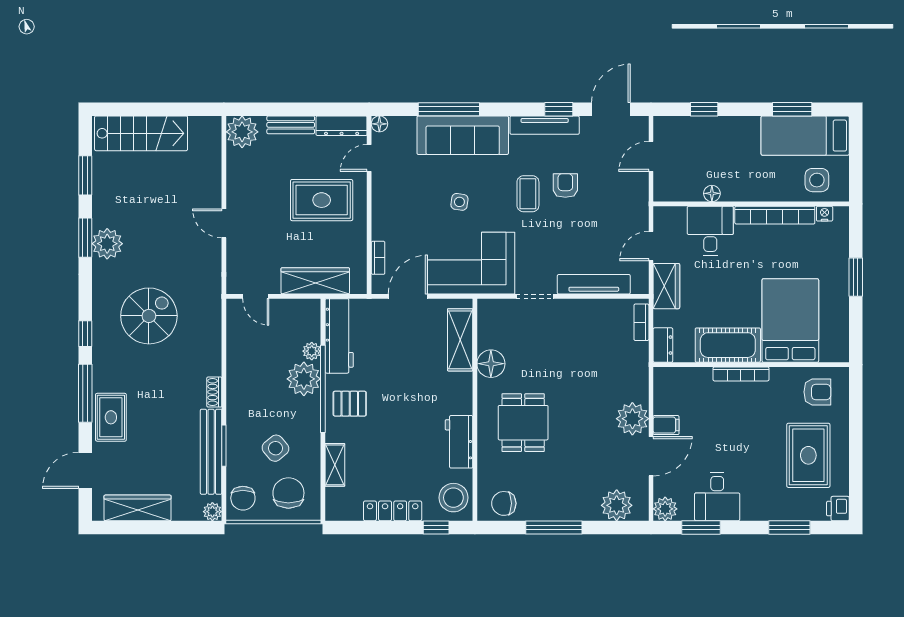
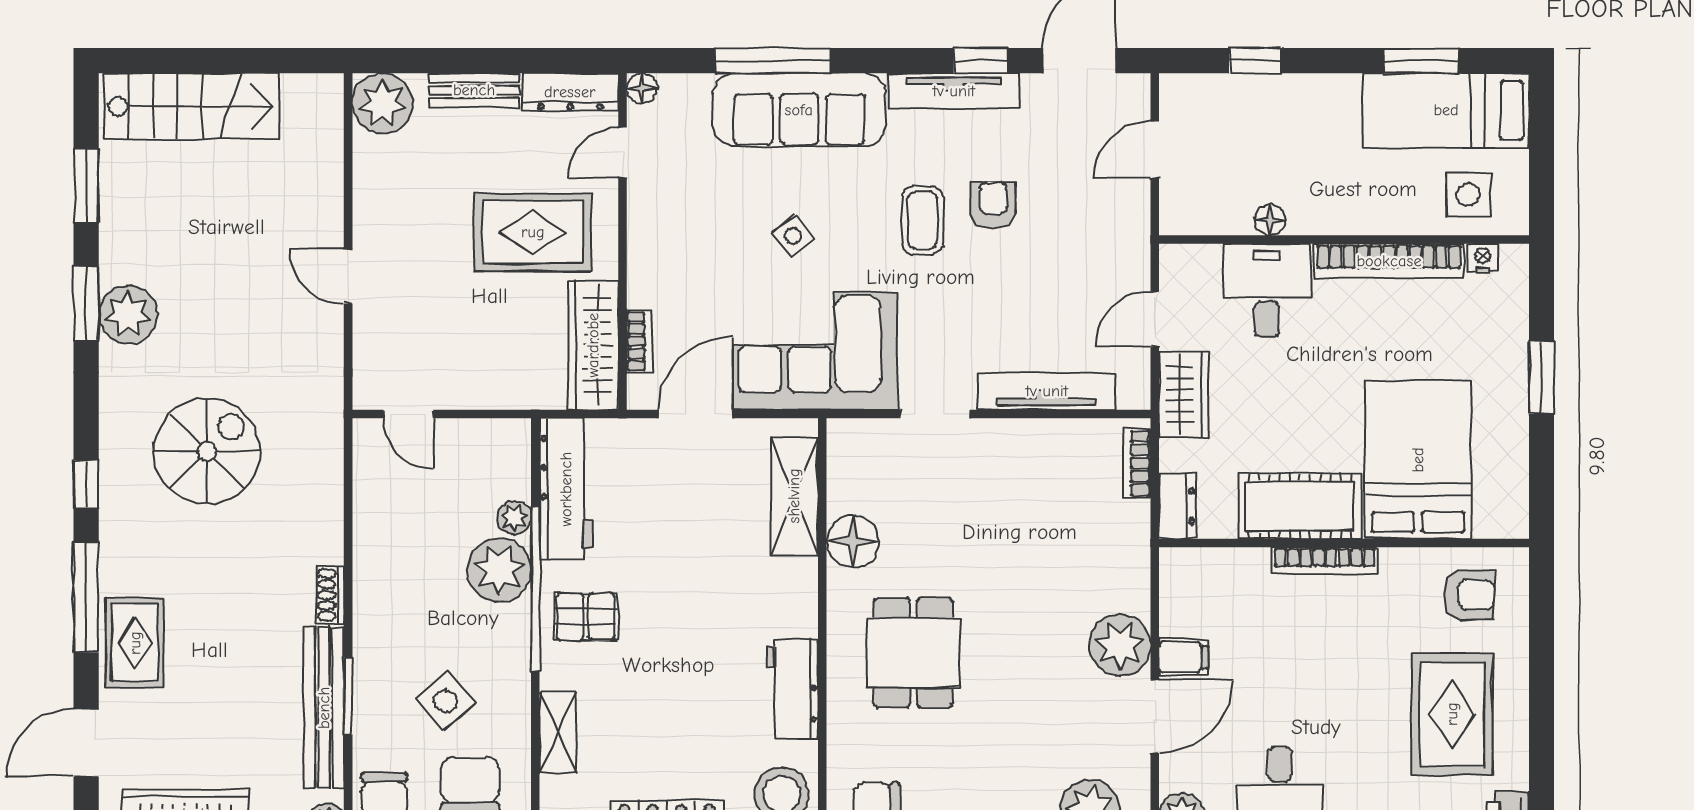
side table: (459, 202) -> (793, 236), turned 45
wardrobe: (315, 281) -> (593, 345), moved, turned -90

